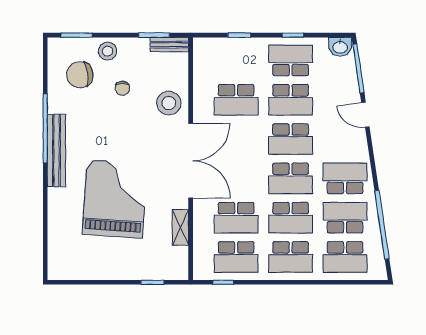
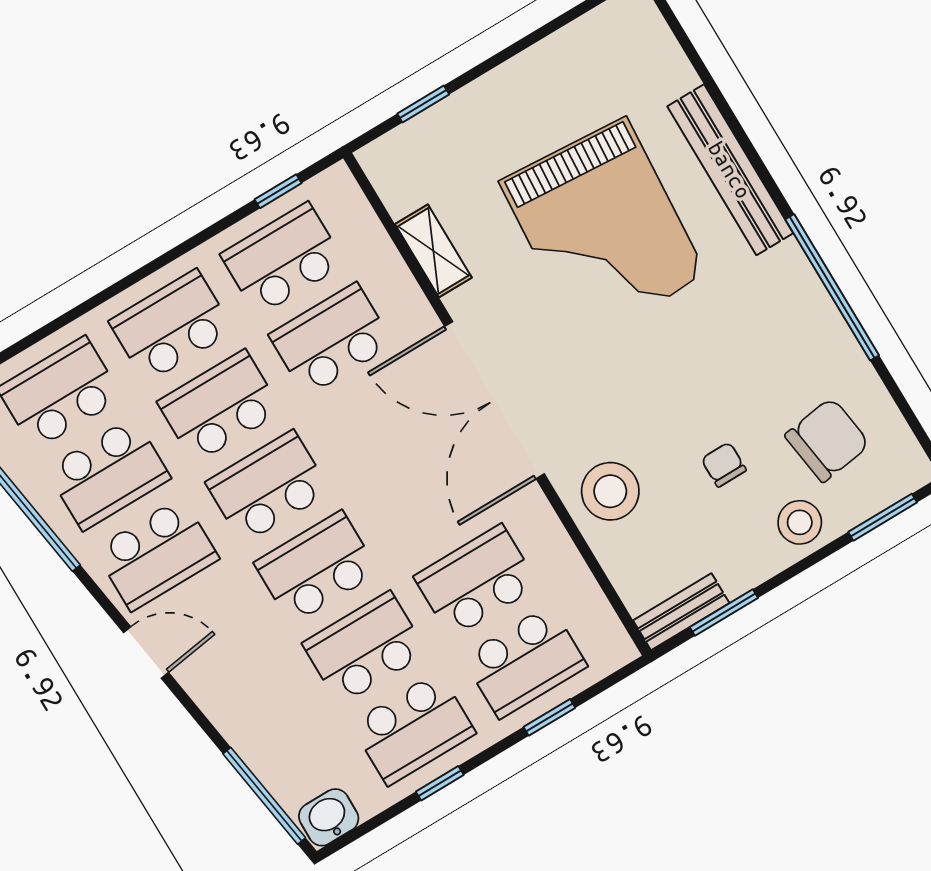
school desk: (236, 60) -> (525, 662), added
door: (365, 115) -> (146, 652), moved
bench: (56, 150) -> (730, 170), moved

